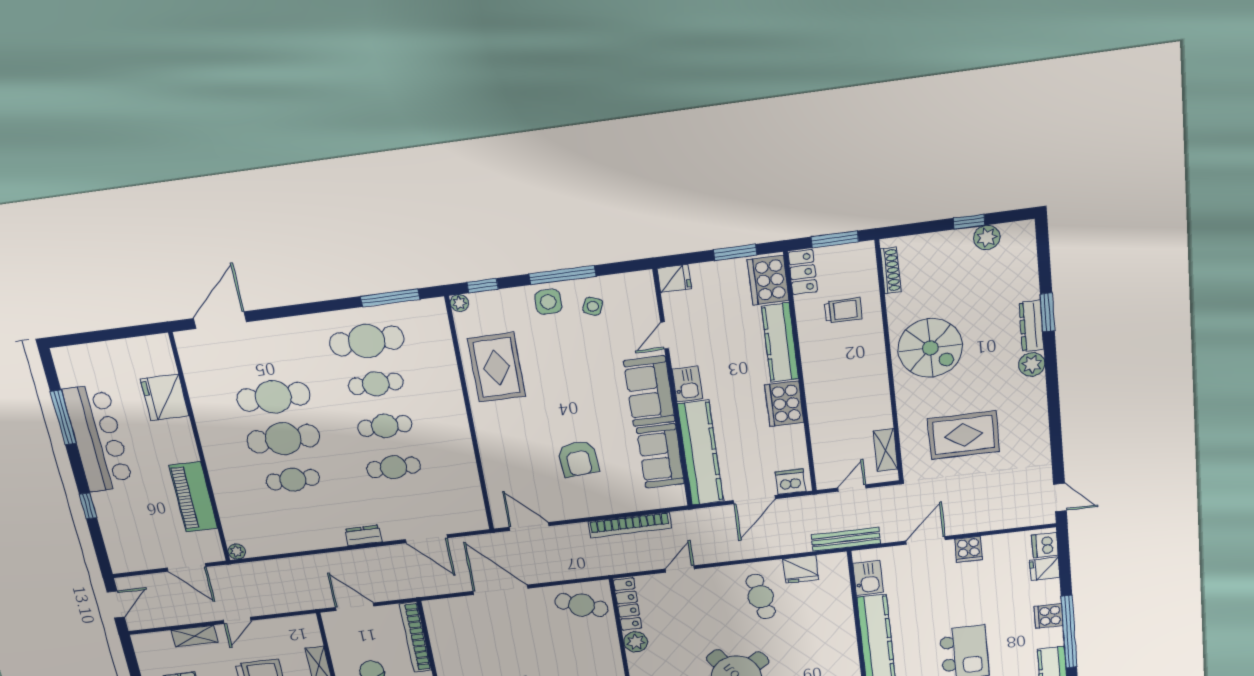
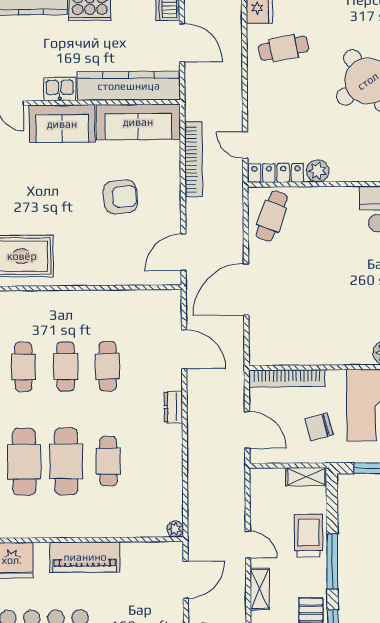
sofa: (661, 456) -> (138, 122), width x1.36
piano: (193, 497) -> (85, 557), moved
door: (426, 539) -> (184, 349), hinge flipped
door: (680, 569) -> (245, 145), moved
door: (355, 607) -> (247, 430), swing flipped

